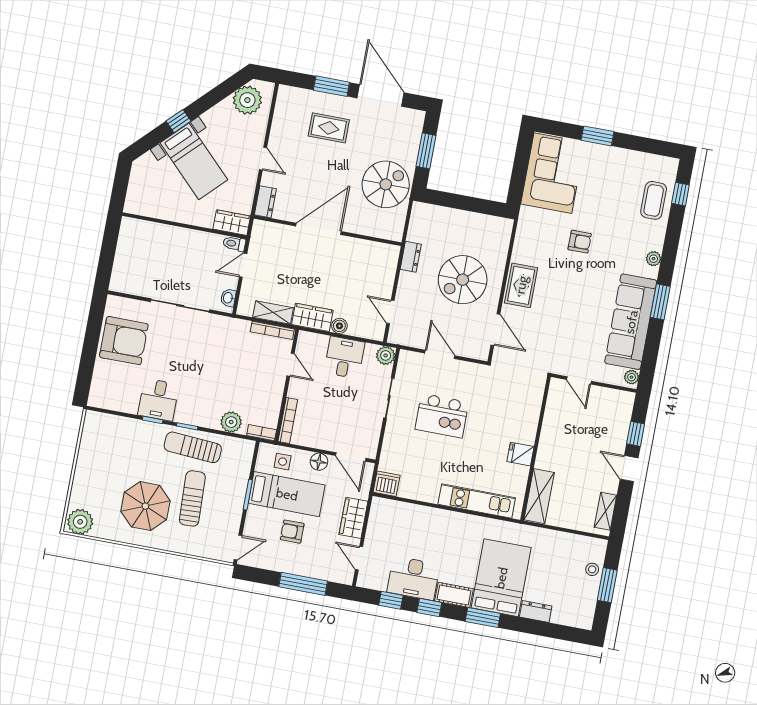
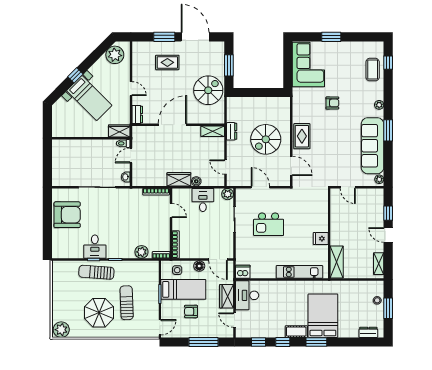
shelving: (273, 313) -> (213, 131), moved
sun lounger: (193, 447) -> (96, 272), moved
desk: (413, 578) -> (247, 295), moved, turned 90
dresser: (536, 612) -> (368, 332), moved

